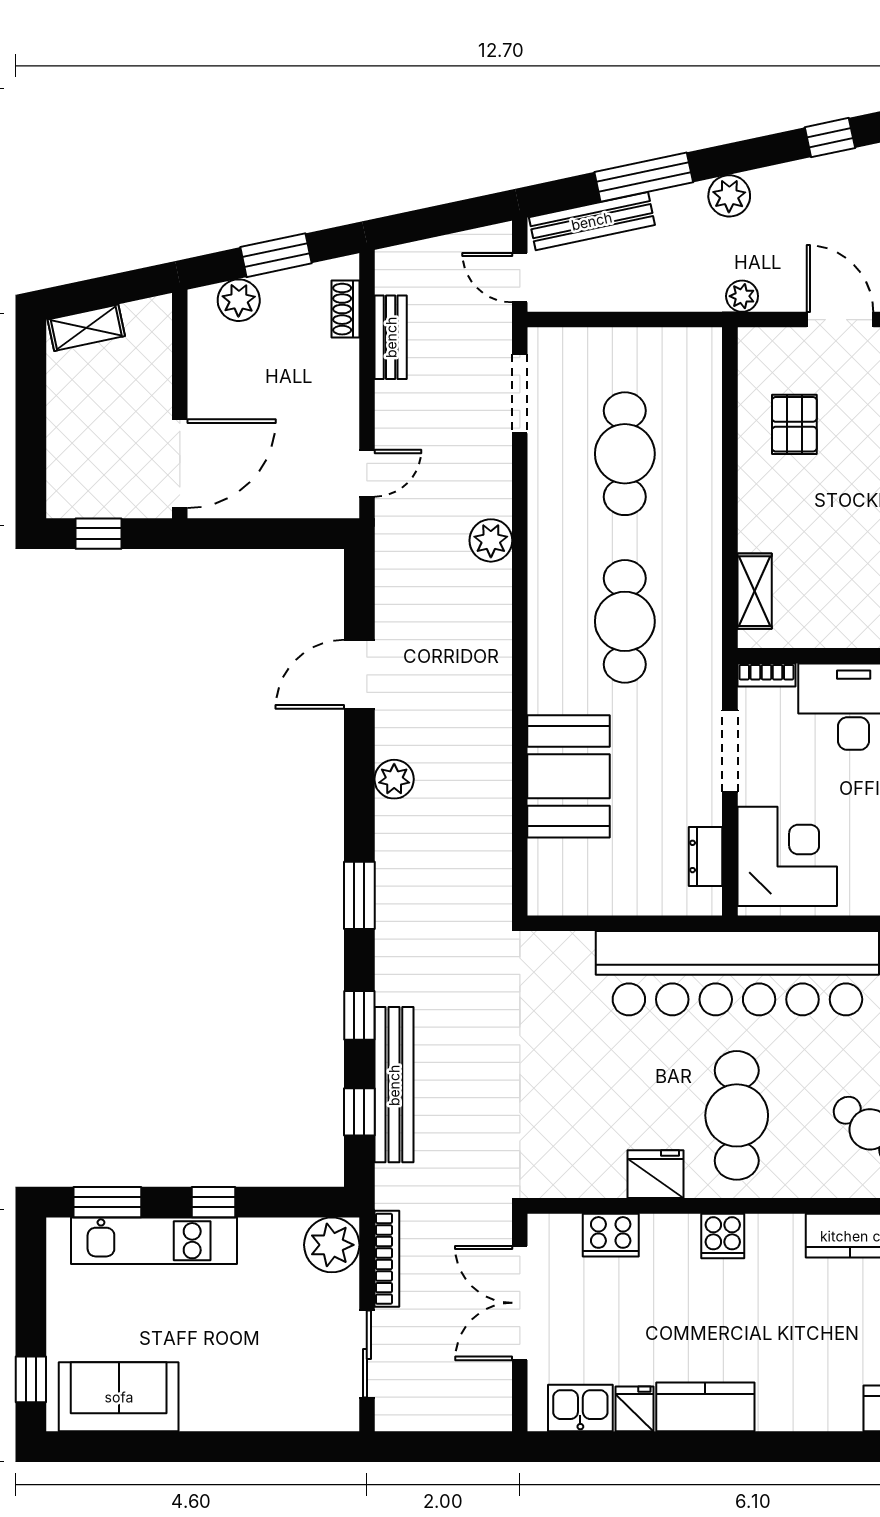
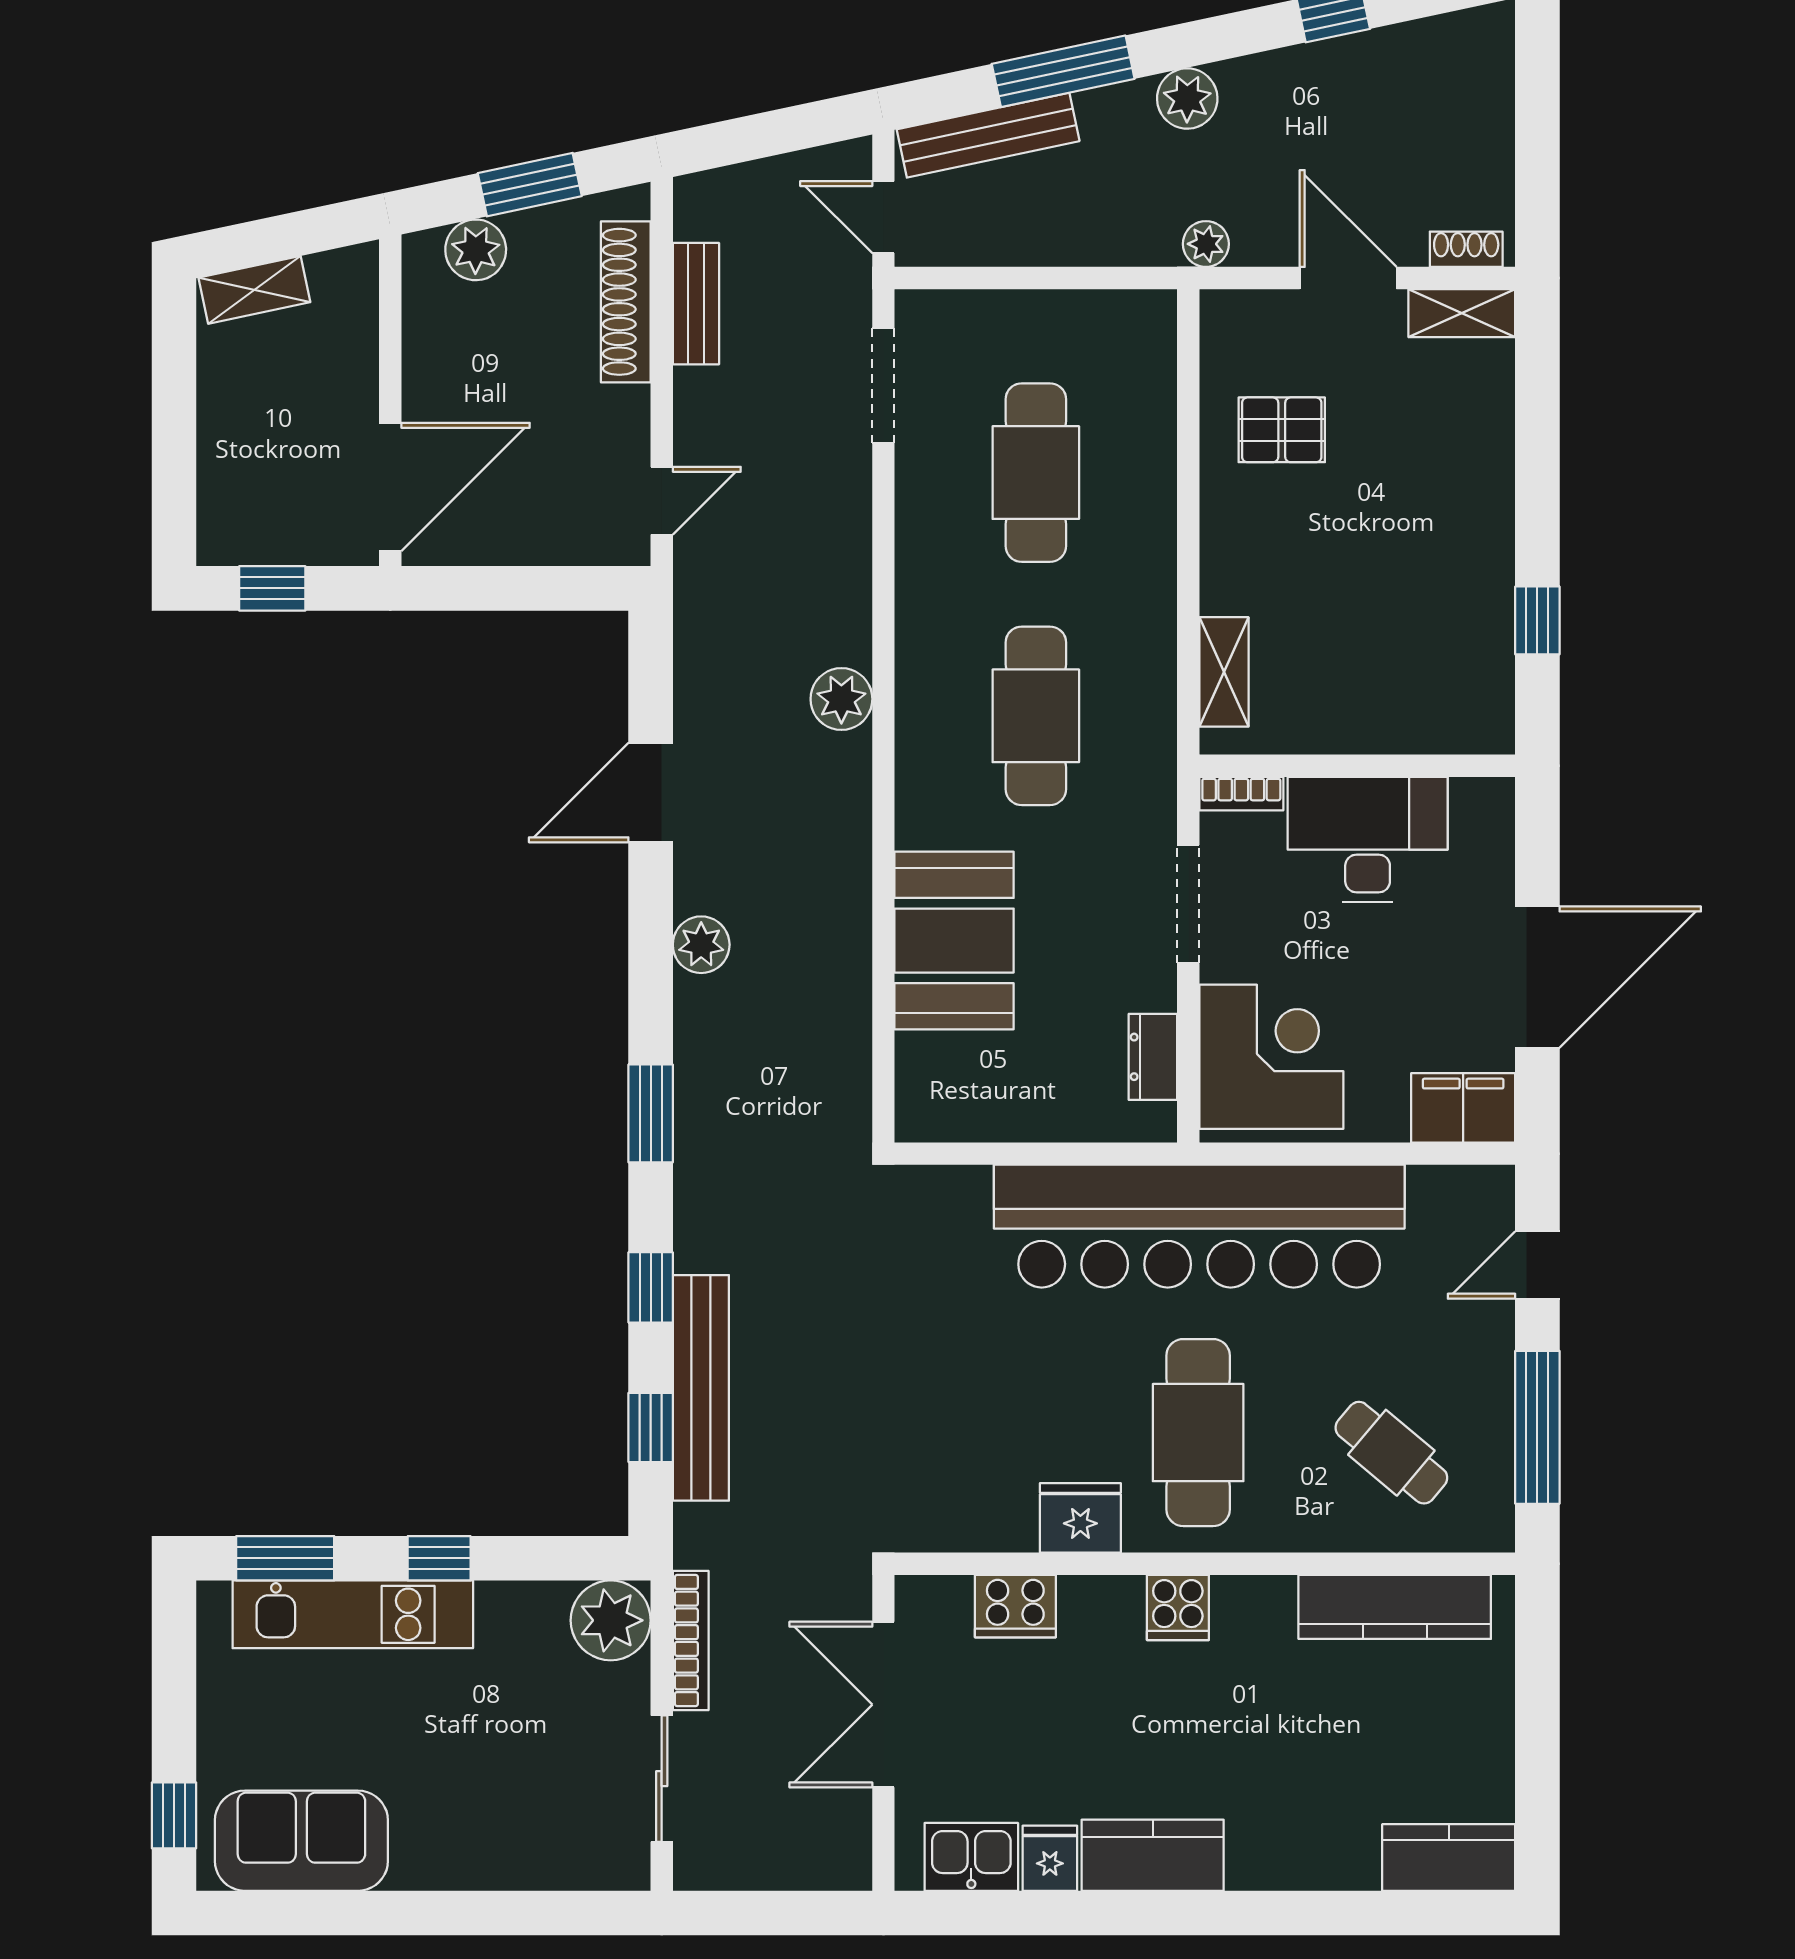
shoe rack: (345, 309) -> (626, 302), width x1.94, depth x1.24
pallet: (794, 424) -> (1282, 430), turned 90
plant: (491, 540) -> (841, 699), moved

